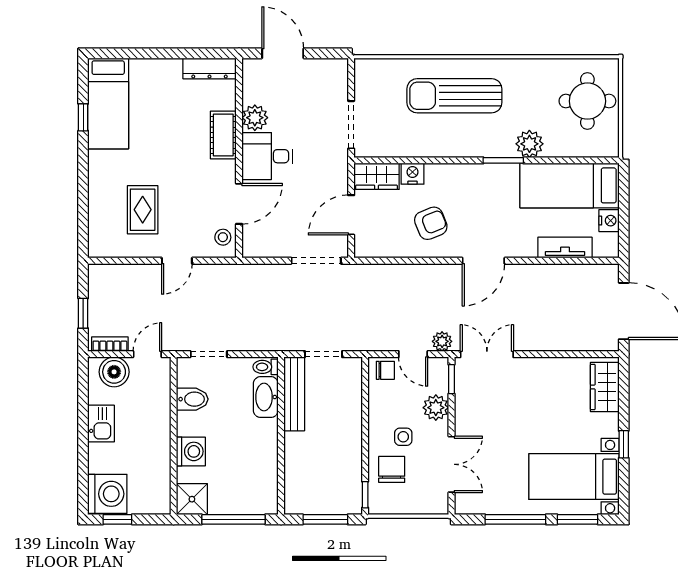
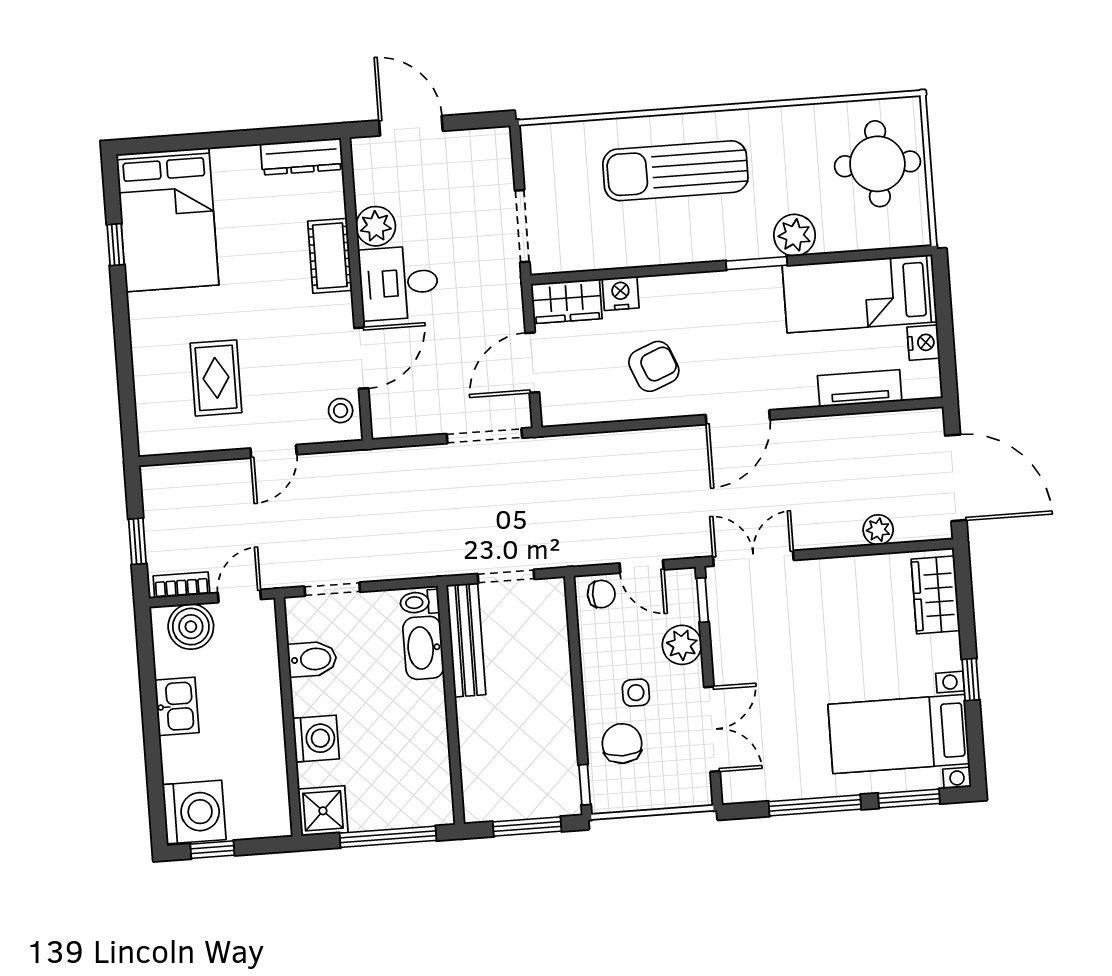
bed: (108, 103) -> (167, 220), width x1.50
plant: (442, 341) -> (878, 530), moved

